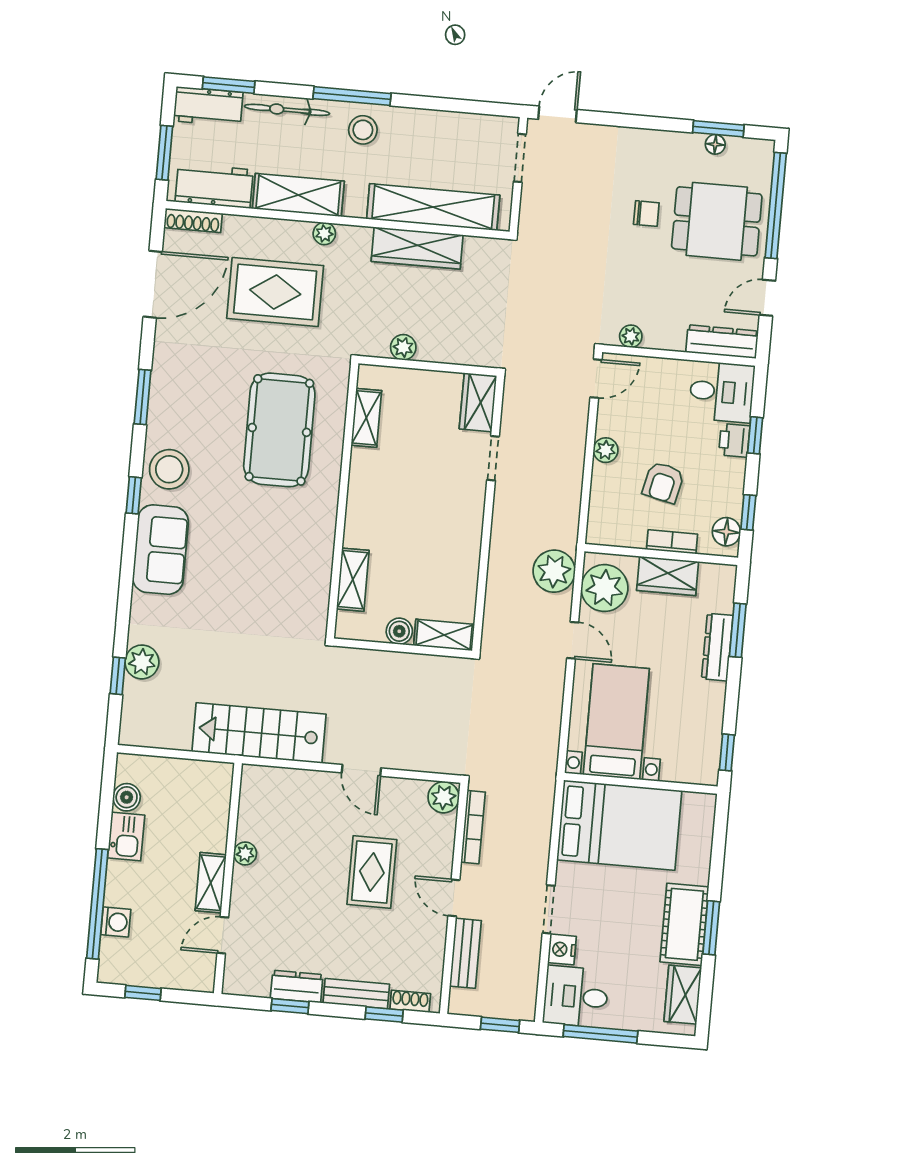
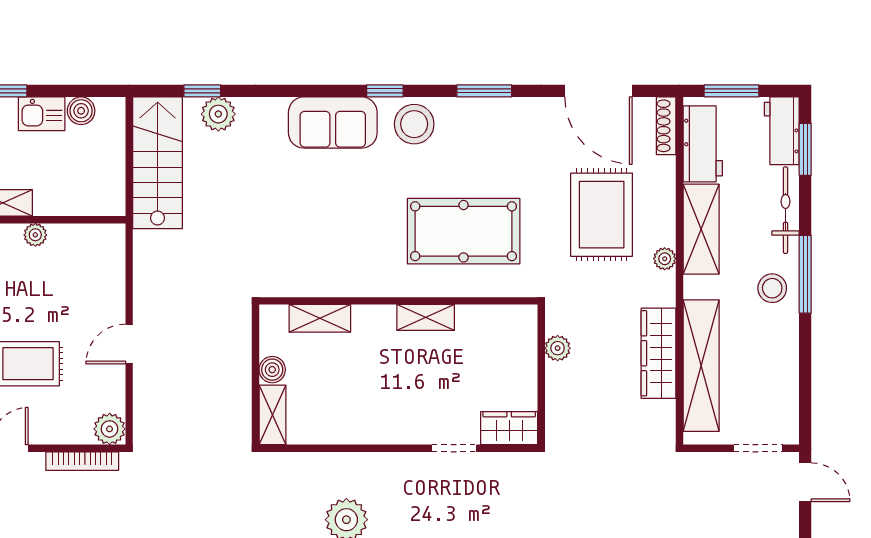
shelving: (366, 418) -> (426, 317), moved
stairs: (259, 733) -> (158, 163), moved

